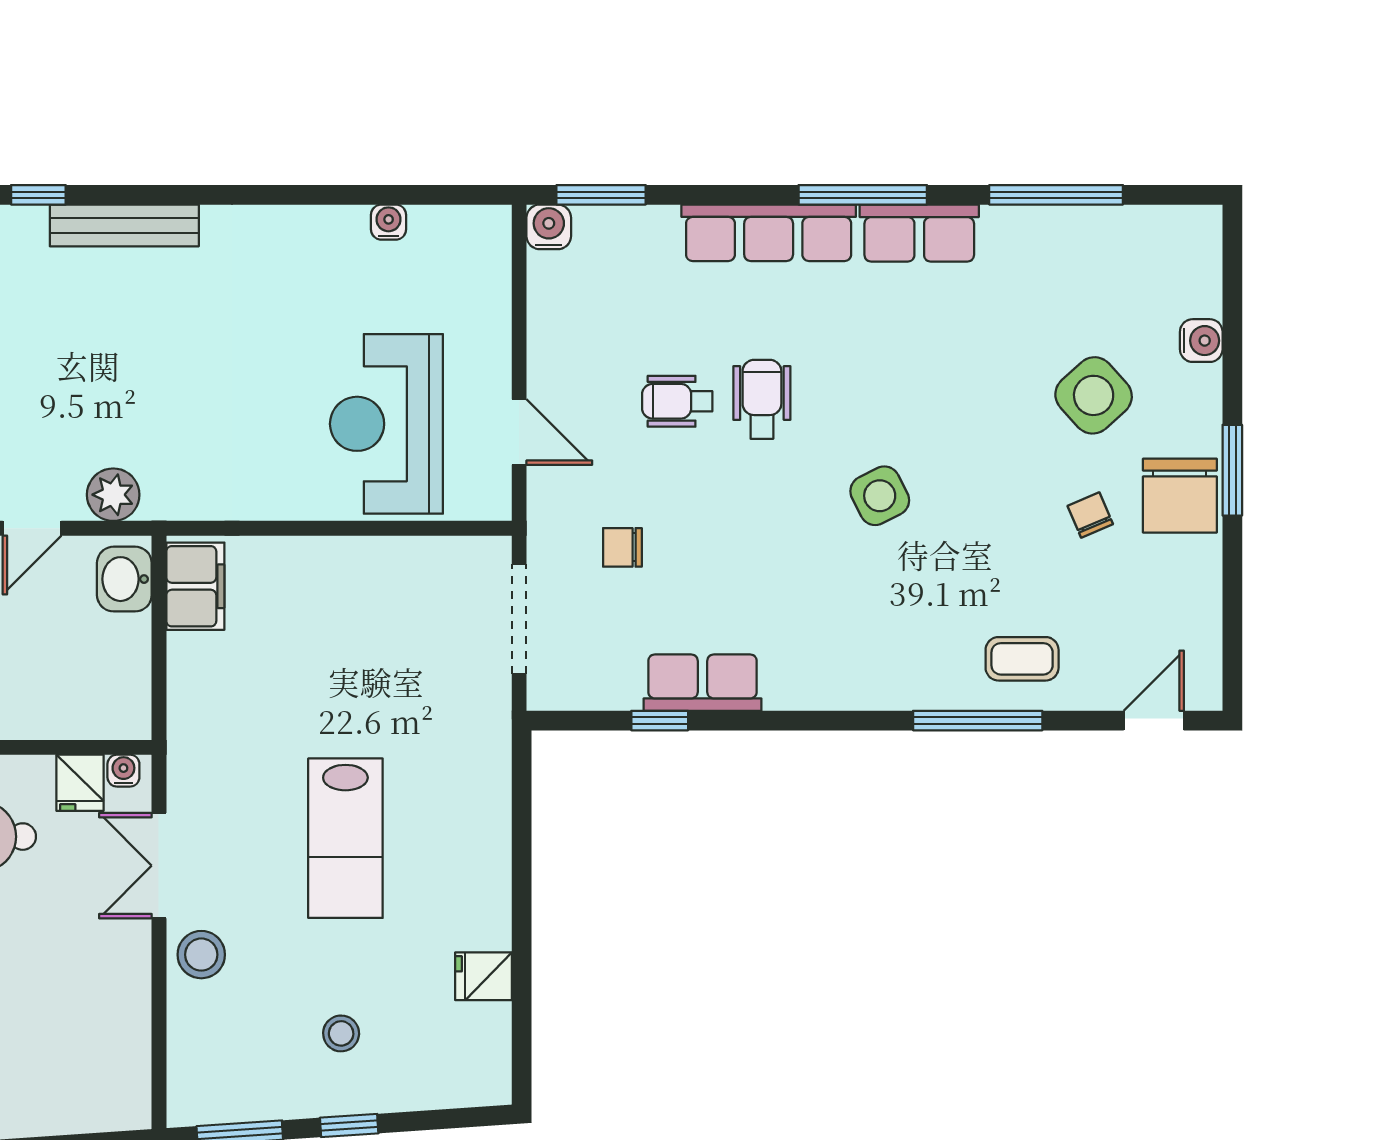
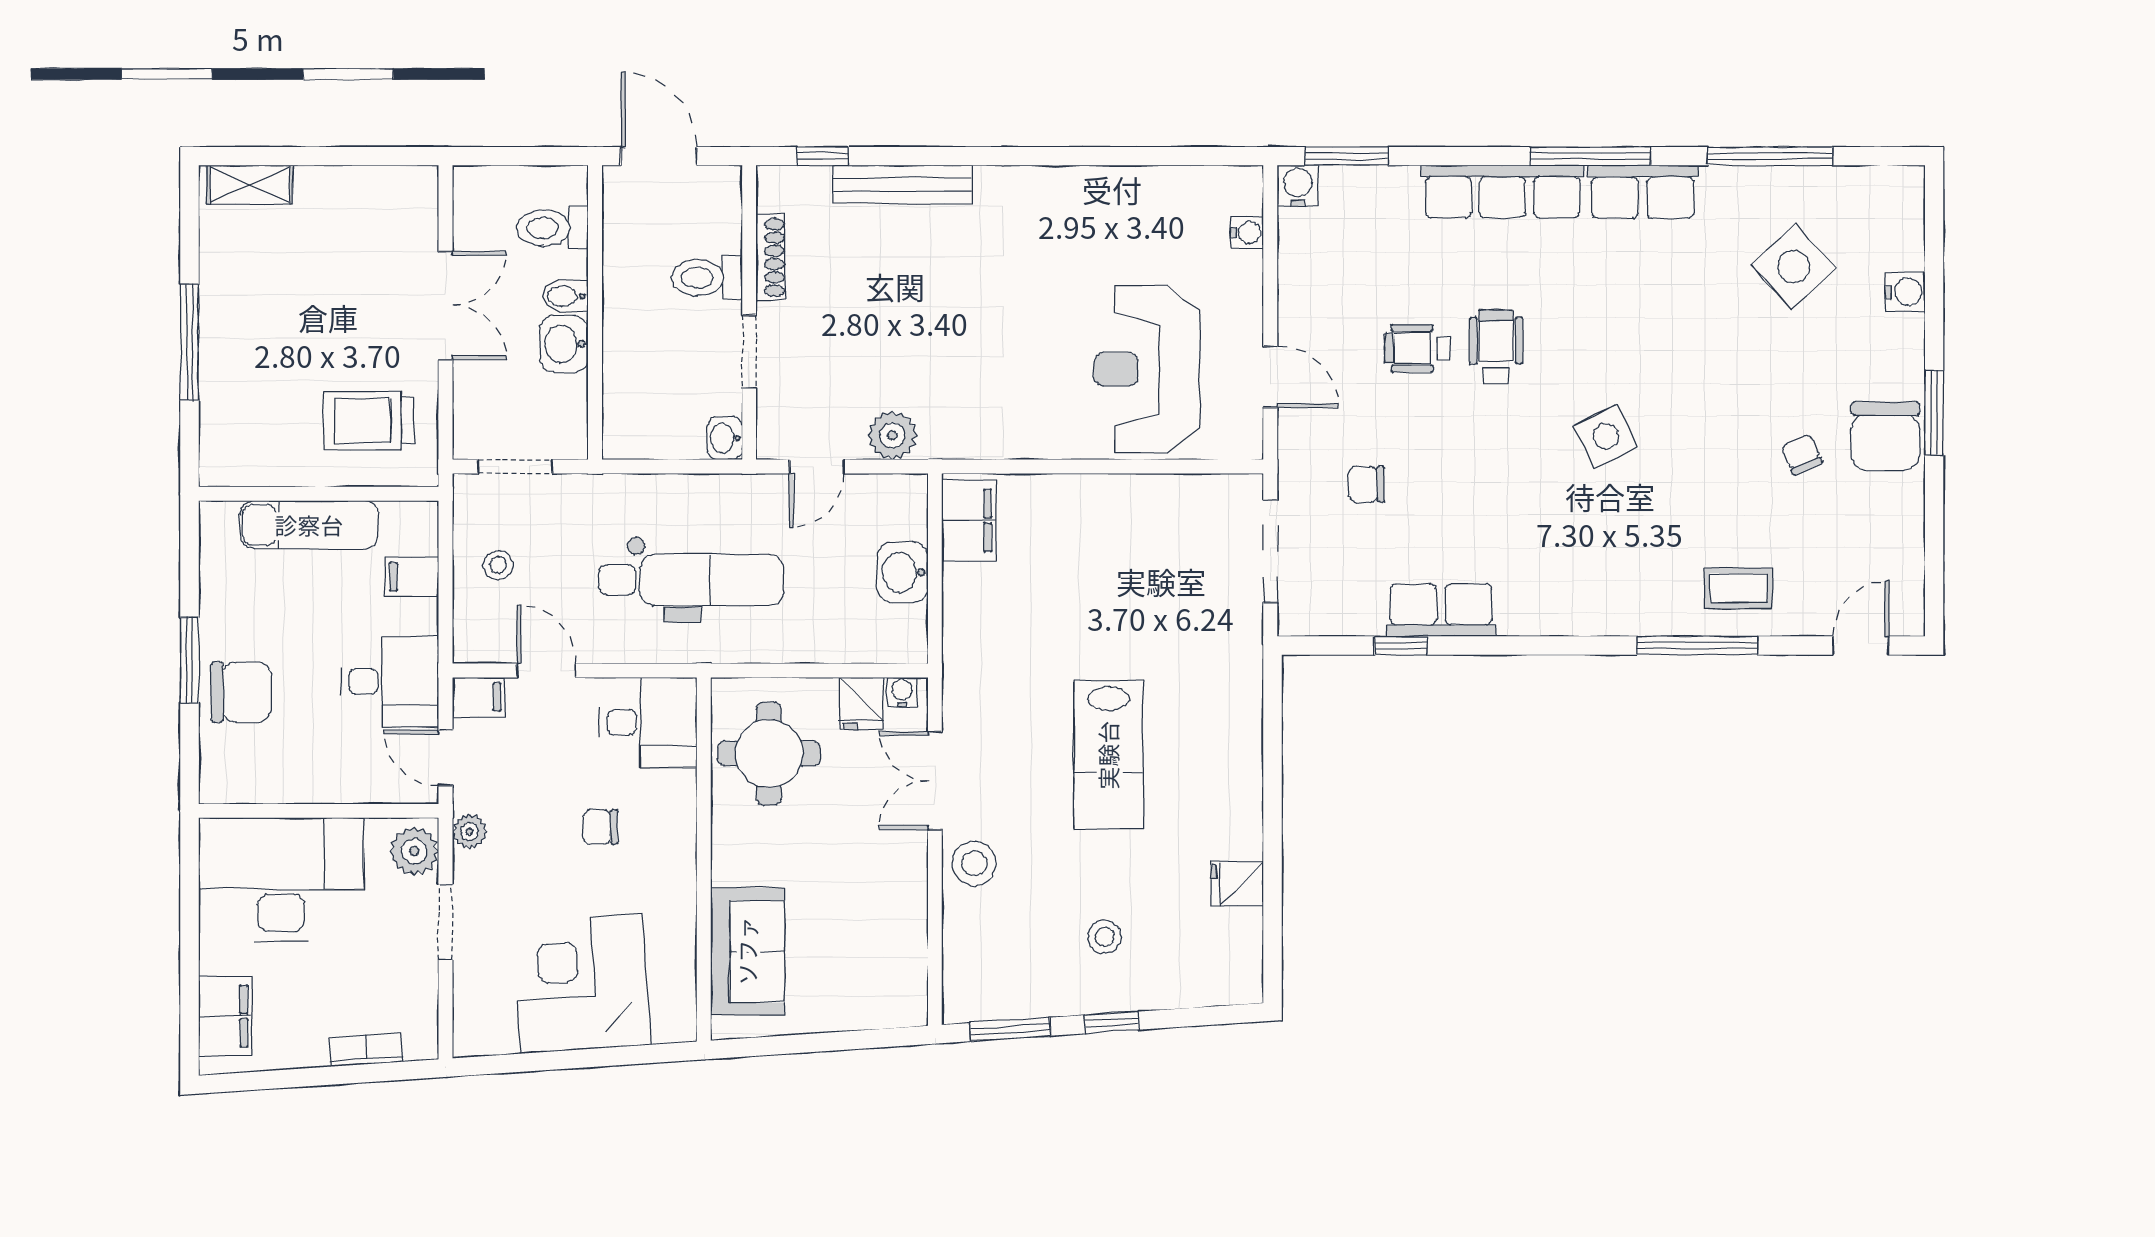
water cooler: (389, 222) -> (1247, 233), moved, turned 90
side table: (1094, 395) -> (1794, 267), moved
washbasin: (124, 579) -> (903, 572), moved

